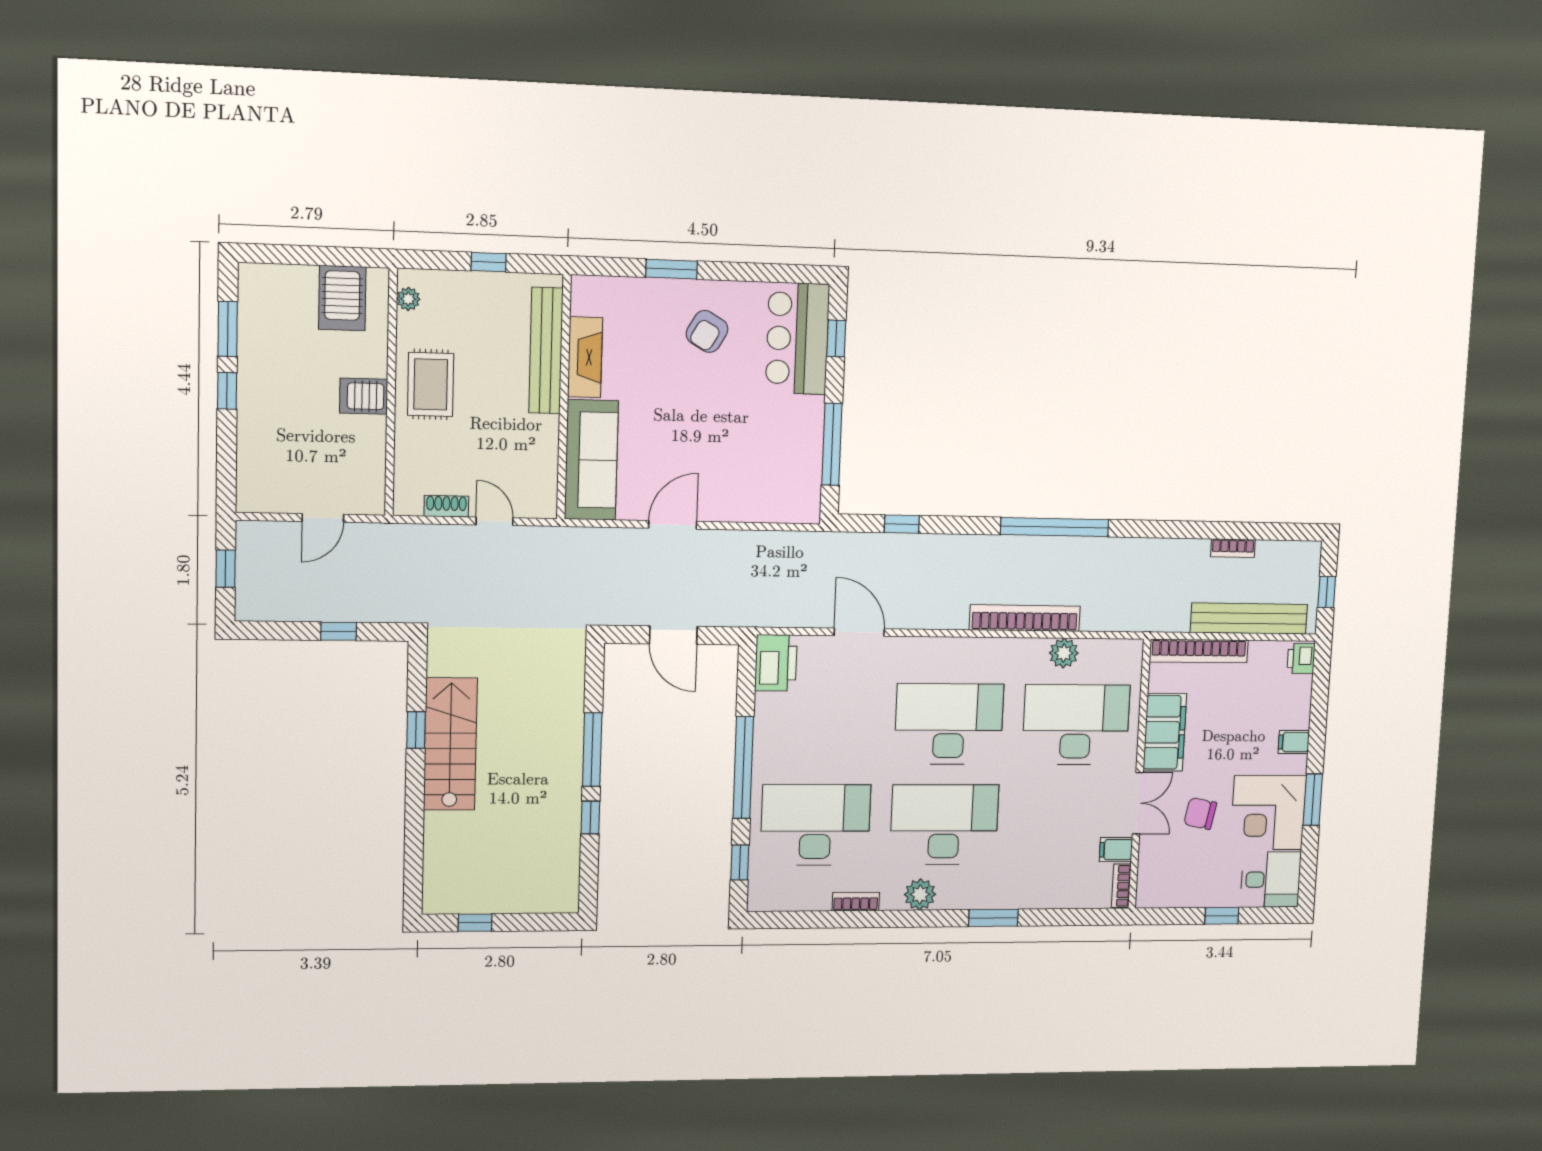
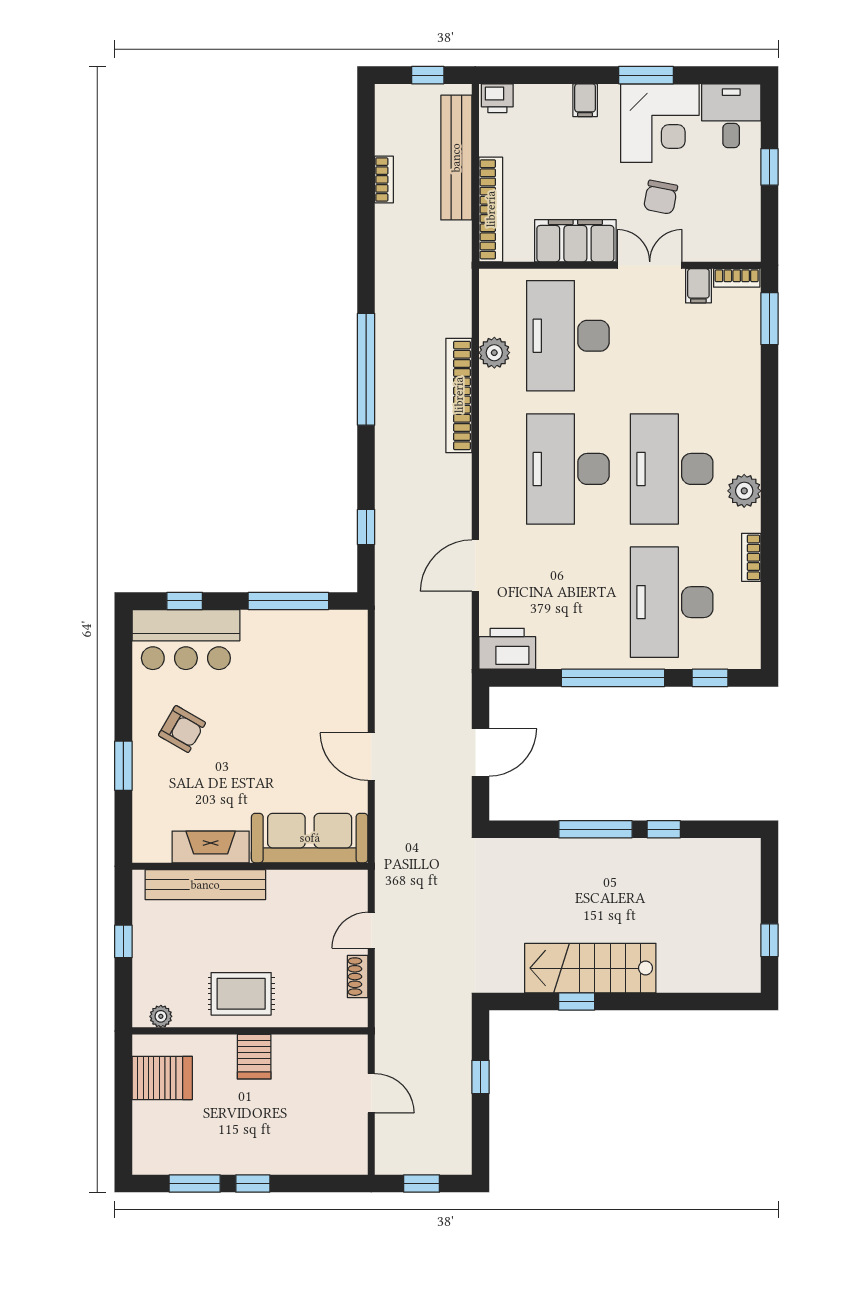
window: (993, 918) -> (769, 319), moved

